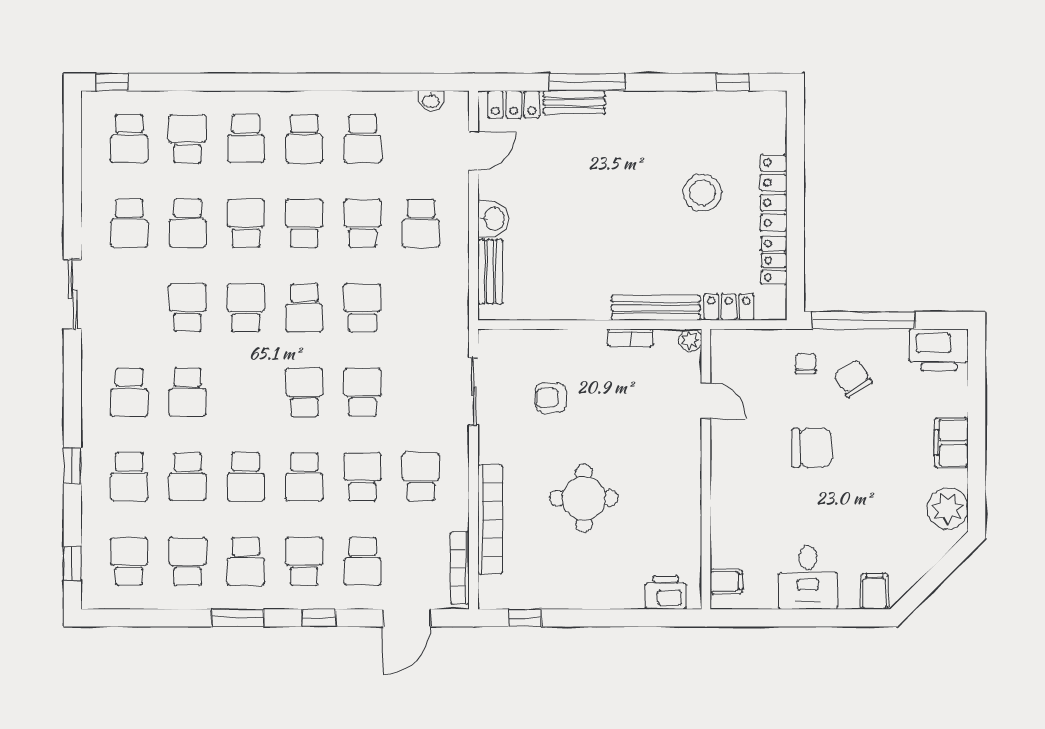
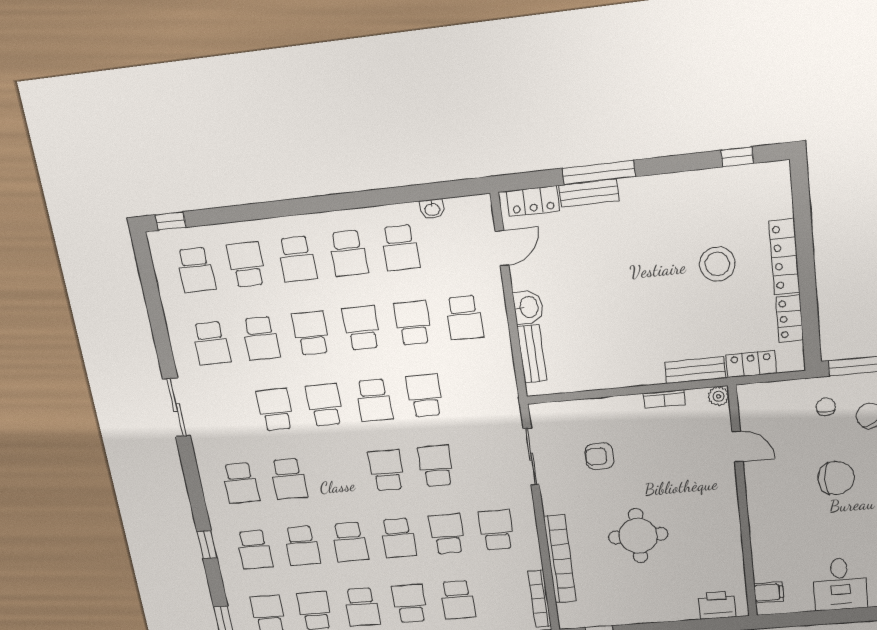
washbasin: (431, 101) -> (432, 209), moved
bench: (656, 308) -> (695, 370), width x0.73

